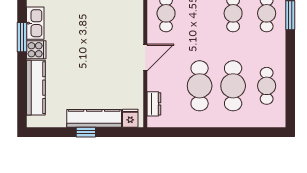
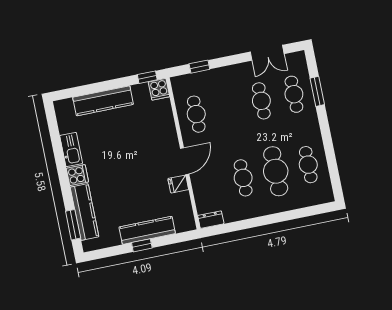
window: (22, 37) -> (73, 225), moved
cafe table: (200, 86) -> (243, 178), width x0.73, depth x0.74
dresser: (154, 104) -> (211, 220), moved, turned -90
fridge: (130, 118) -> (178, 184), moved, turned -90

